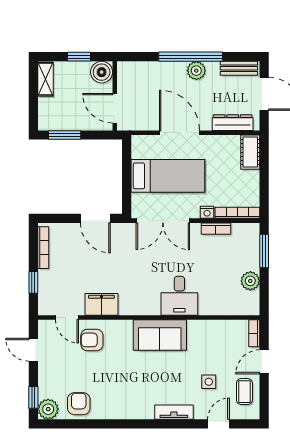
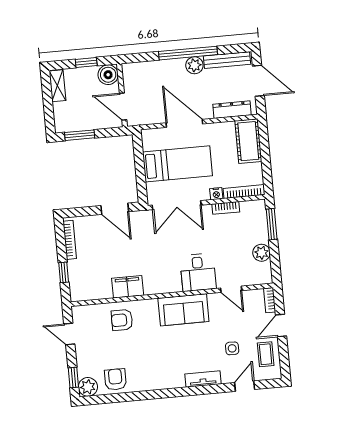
bench: (239, 68) -> (227, 60), width x1.36
cot: (250, 152) -> (248, 141), width x1.37, depth x1.34
door: (67, 318) -> (231, 289), moved

